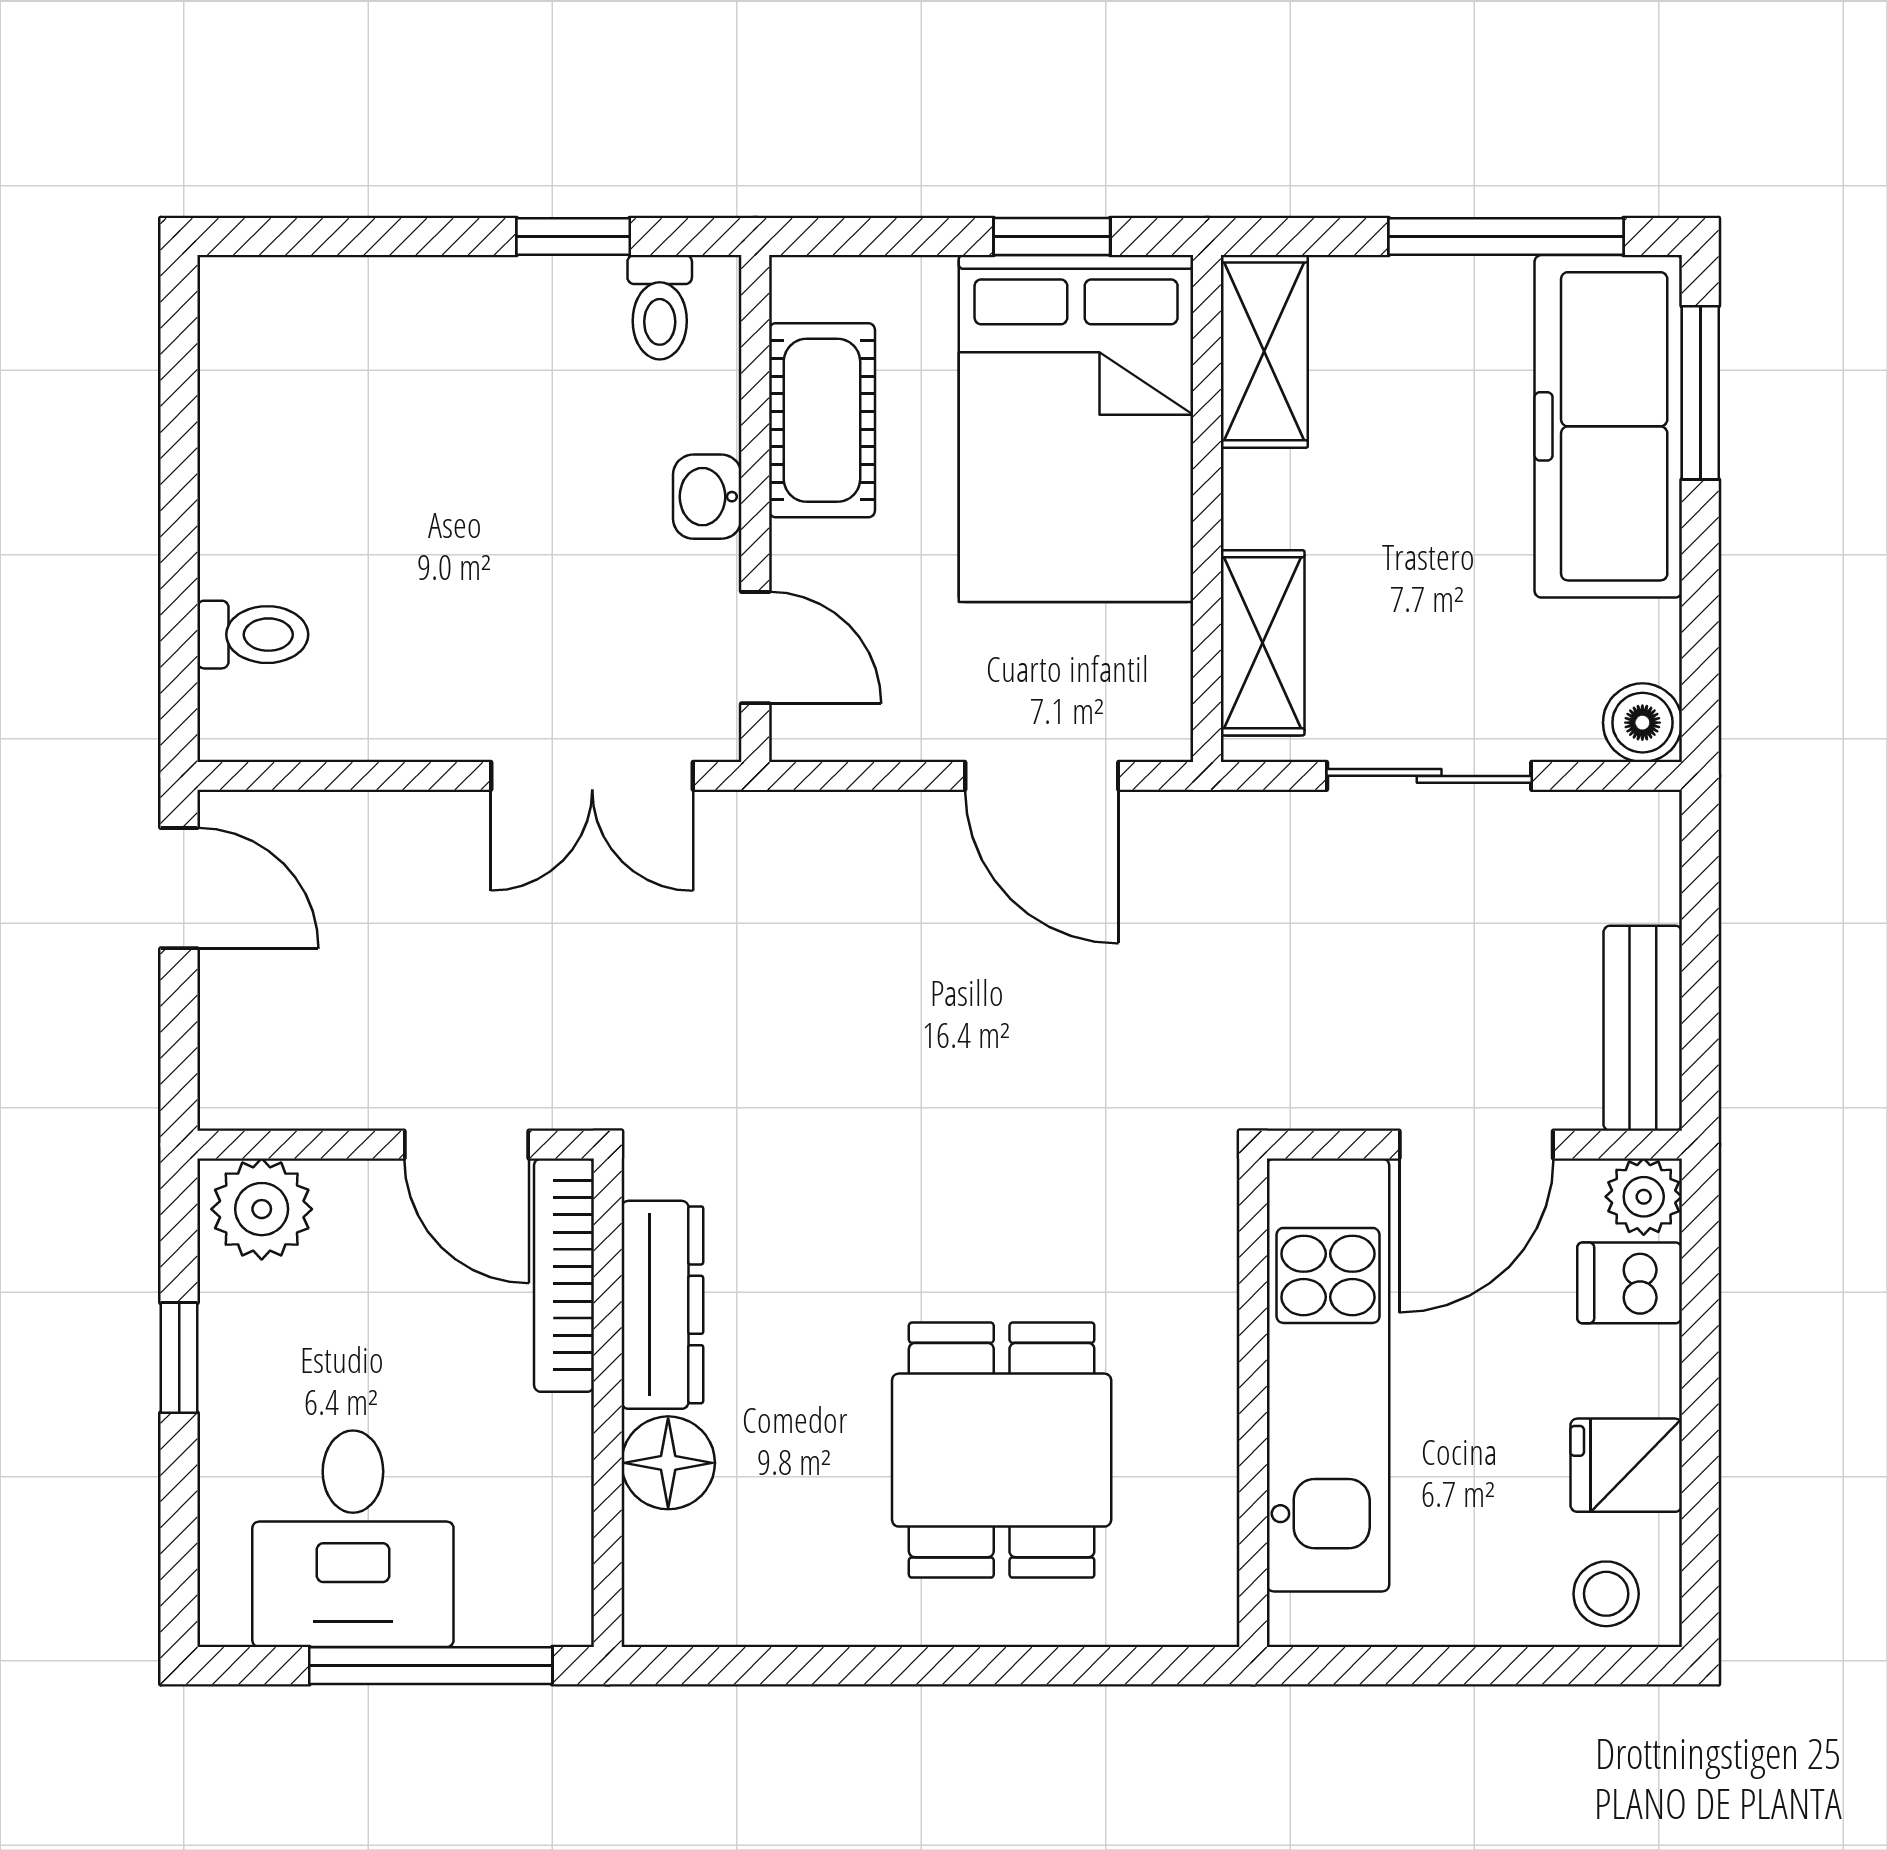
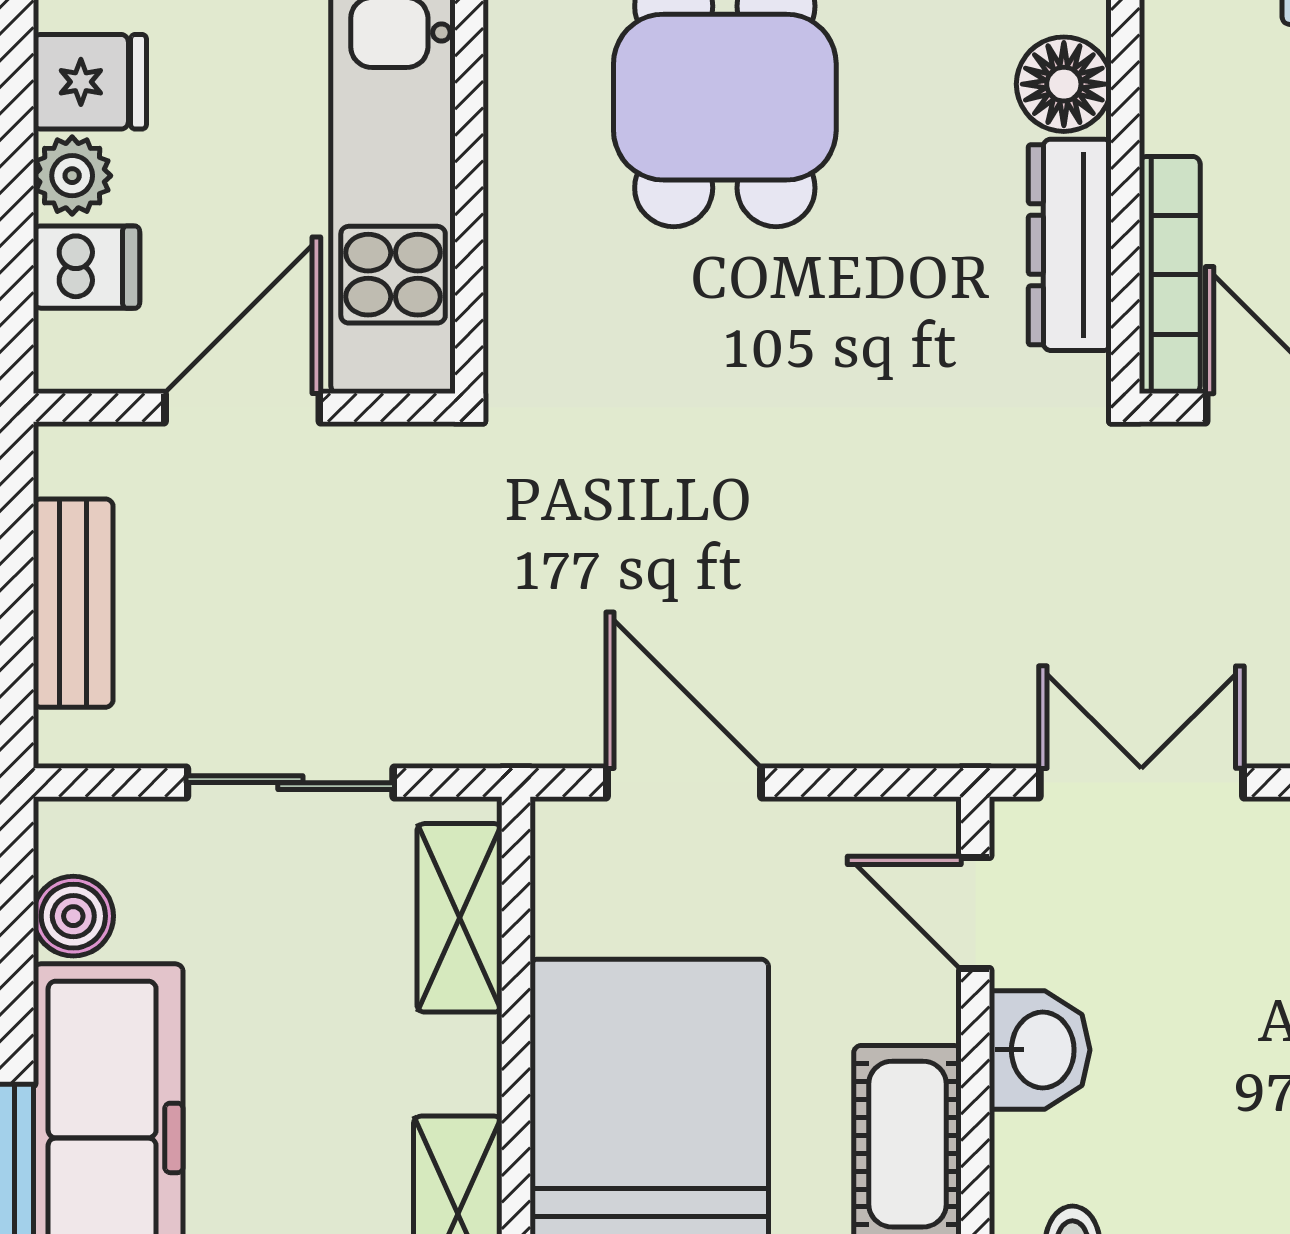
washbasin: (707, 497) -> (1040, 1050), width x1.38, depth x1.45
boiler: (1642, 723) -> (73, 916), moved
bench: (1643, 1028) -> (73, 603), moved
plant: (1644, 1197) -> (72, 176), moved

